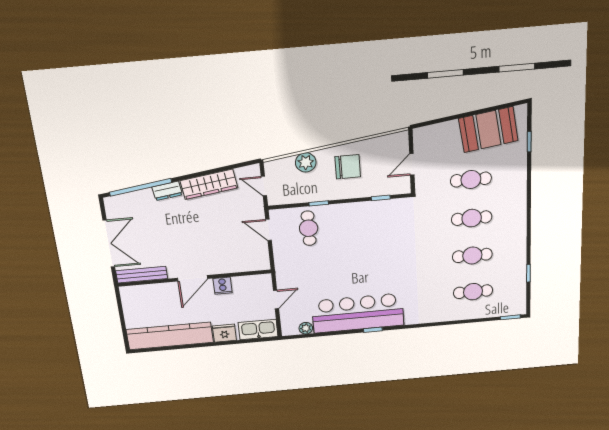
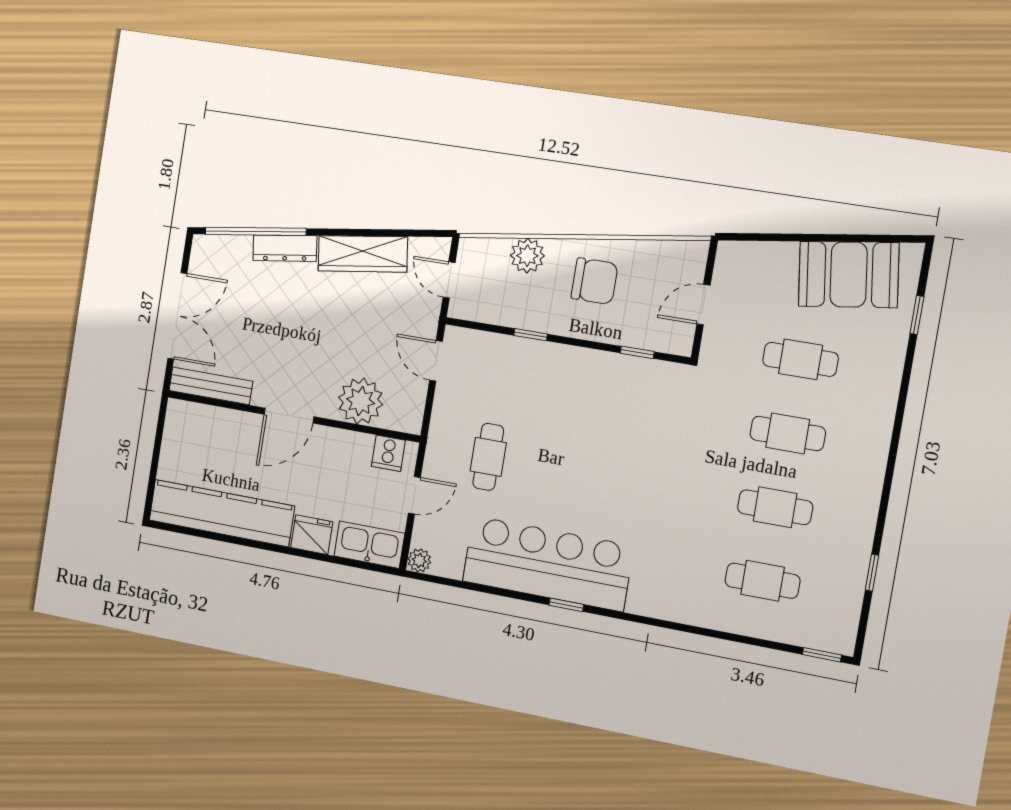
dresser: (167, 191) -> (285, 248), width x1.44
cafe table: (309, 228) -> (488, 457), moved
plant: (231, 261) -> (361, 401), added
cooker: (223, 286) -> (388, 453), moved
plant: (306, 328) -> (419, 560), moved

